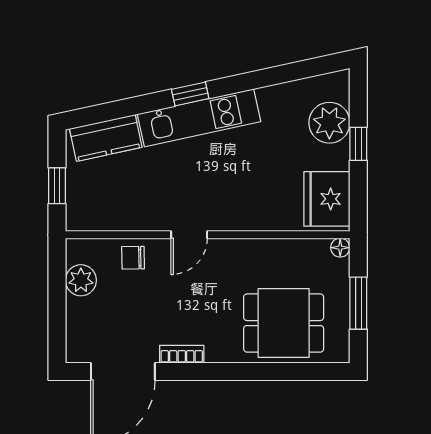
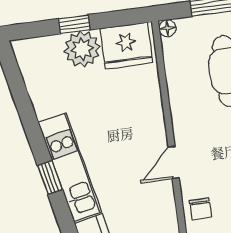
plant: (329, 123) -> (82, 49), moved
door: (189, 235) -> (174, 162), swing flipped

